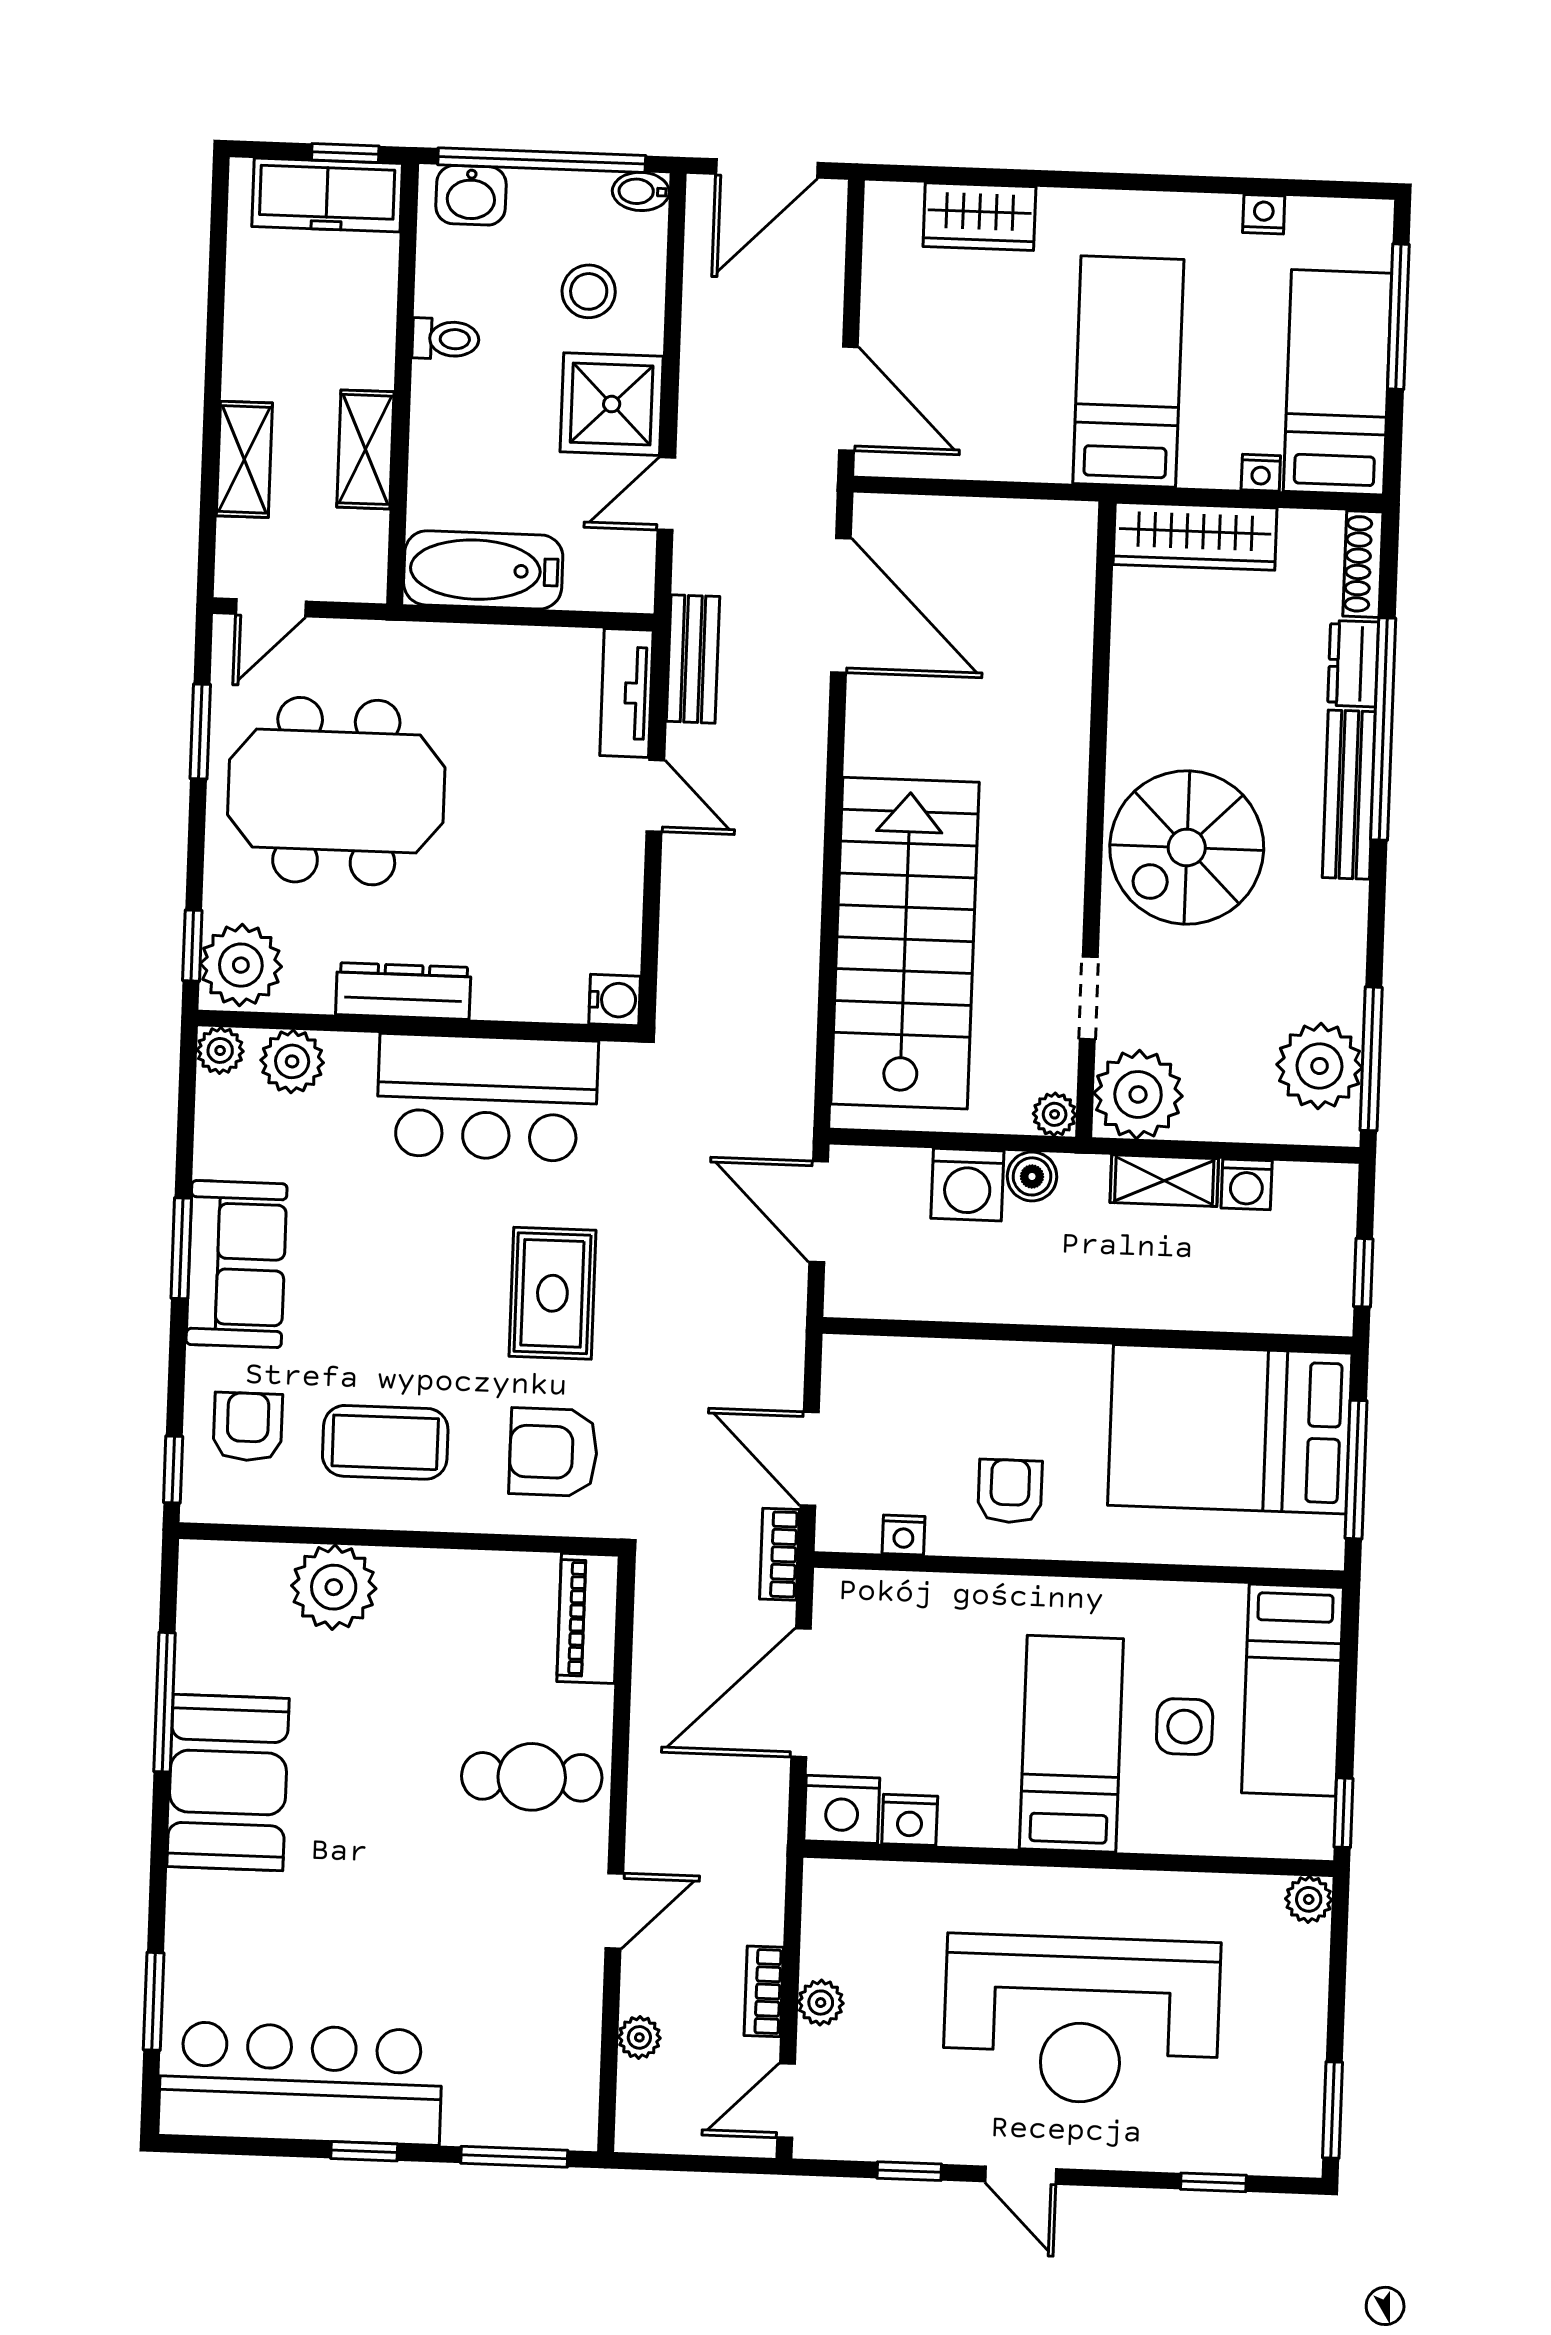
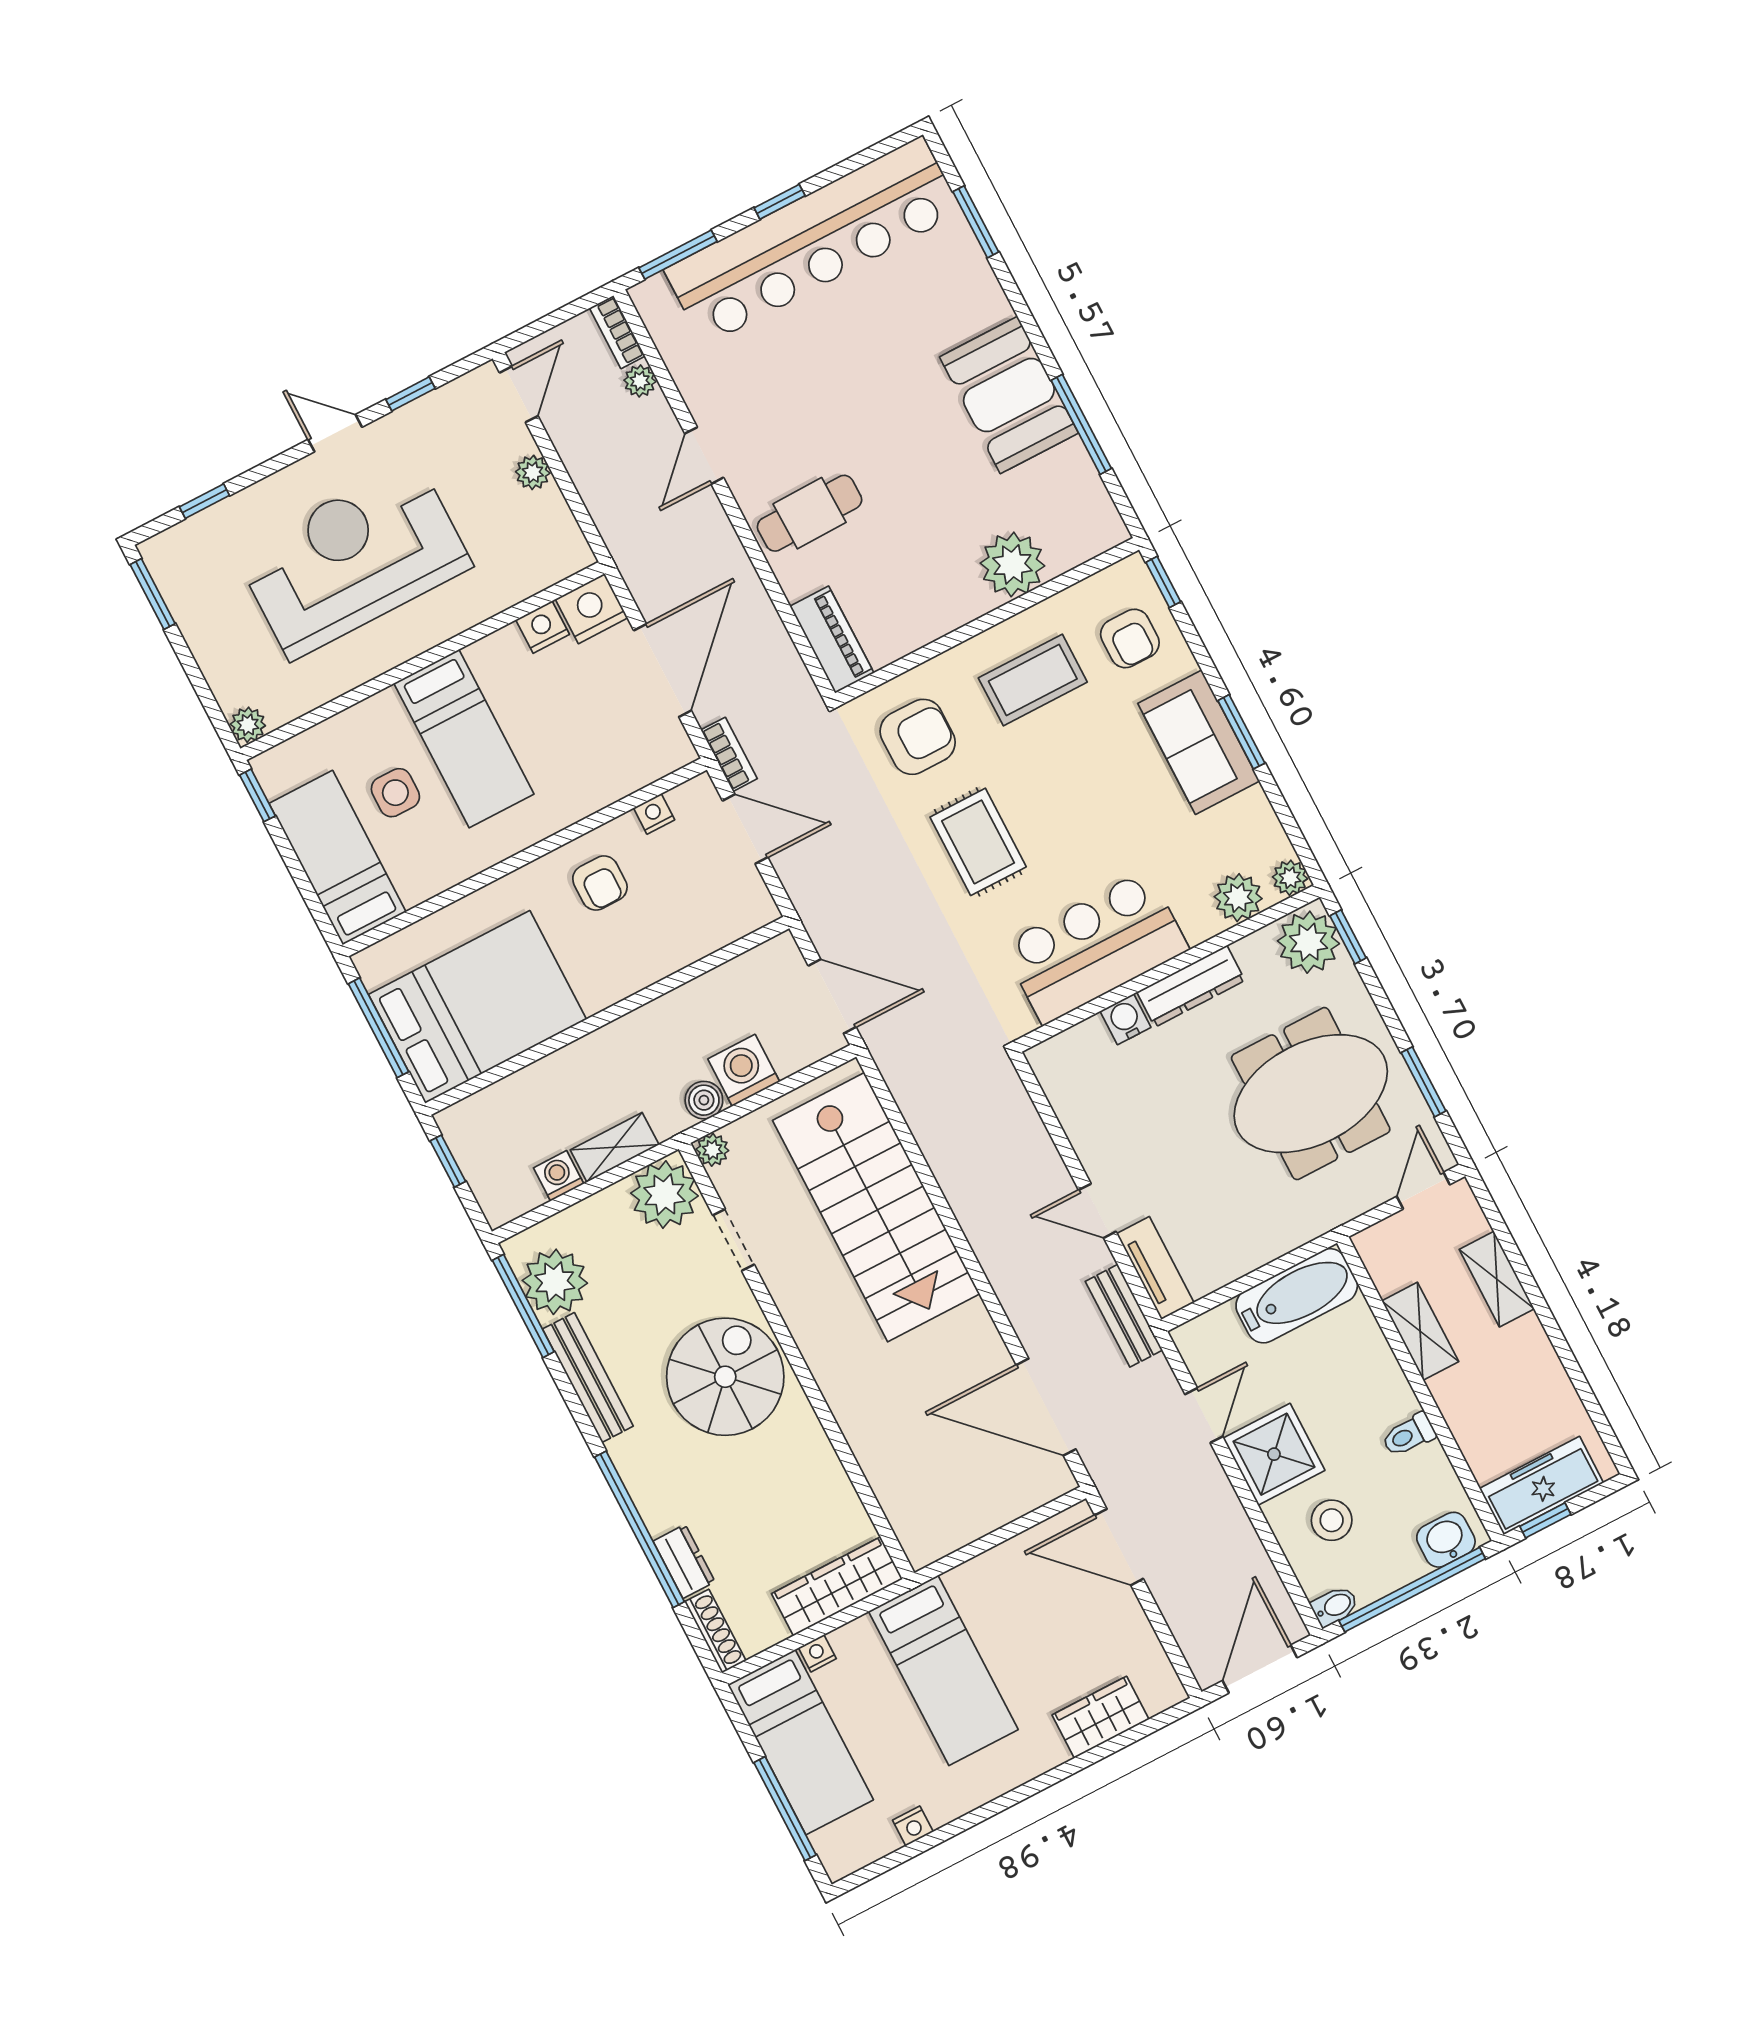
bench: (1349, 795) -> (588, 1378), moved
water cooler: (615, 1000) -> (1126, 1019), moved, turned 90
bookcase: (764, 1991) -> (617, 332), moved, turned 180
bar counter: (301, 2083) -> (813, 241), width x1.36

